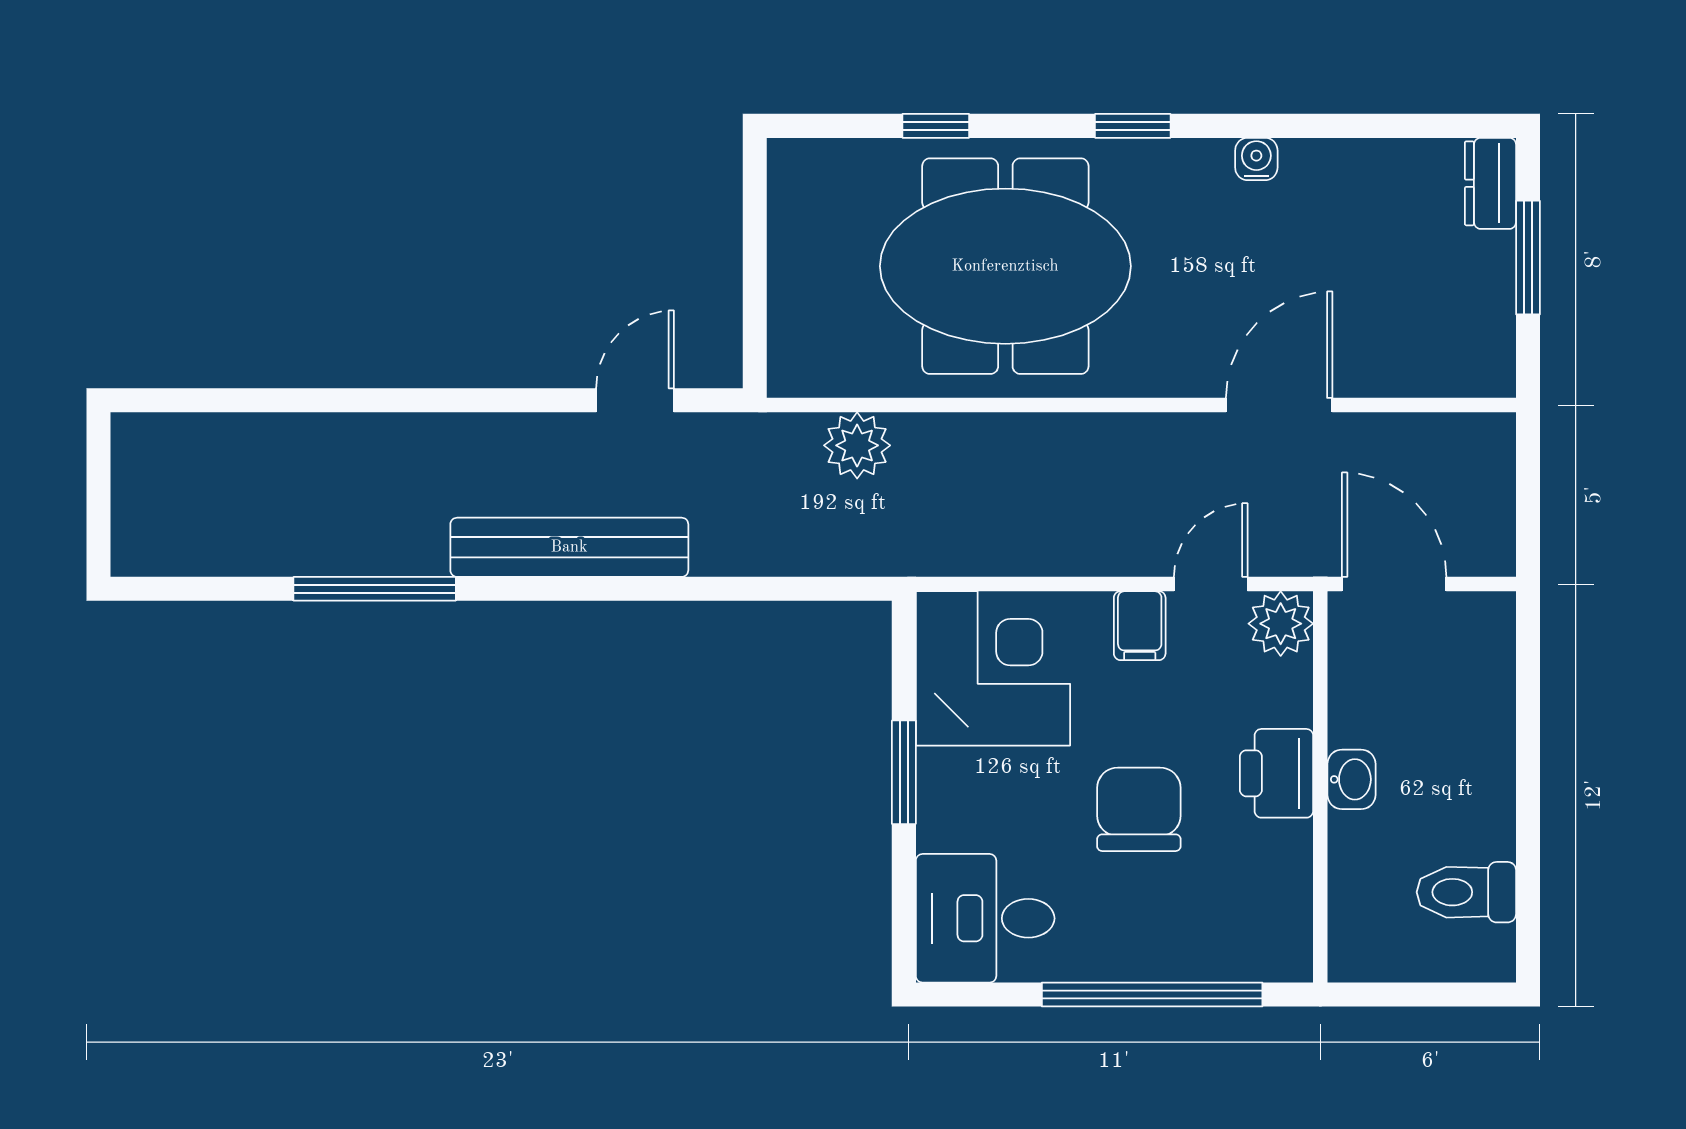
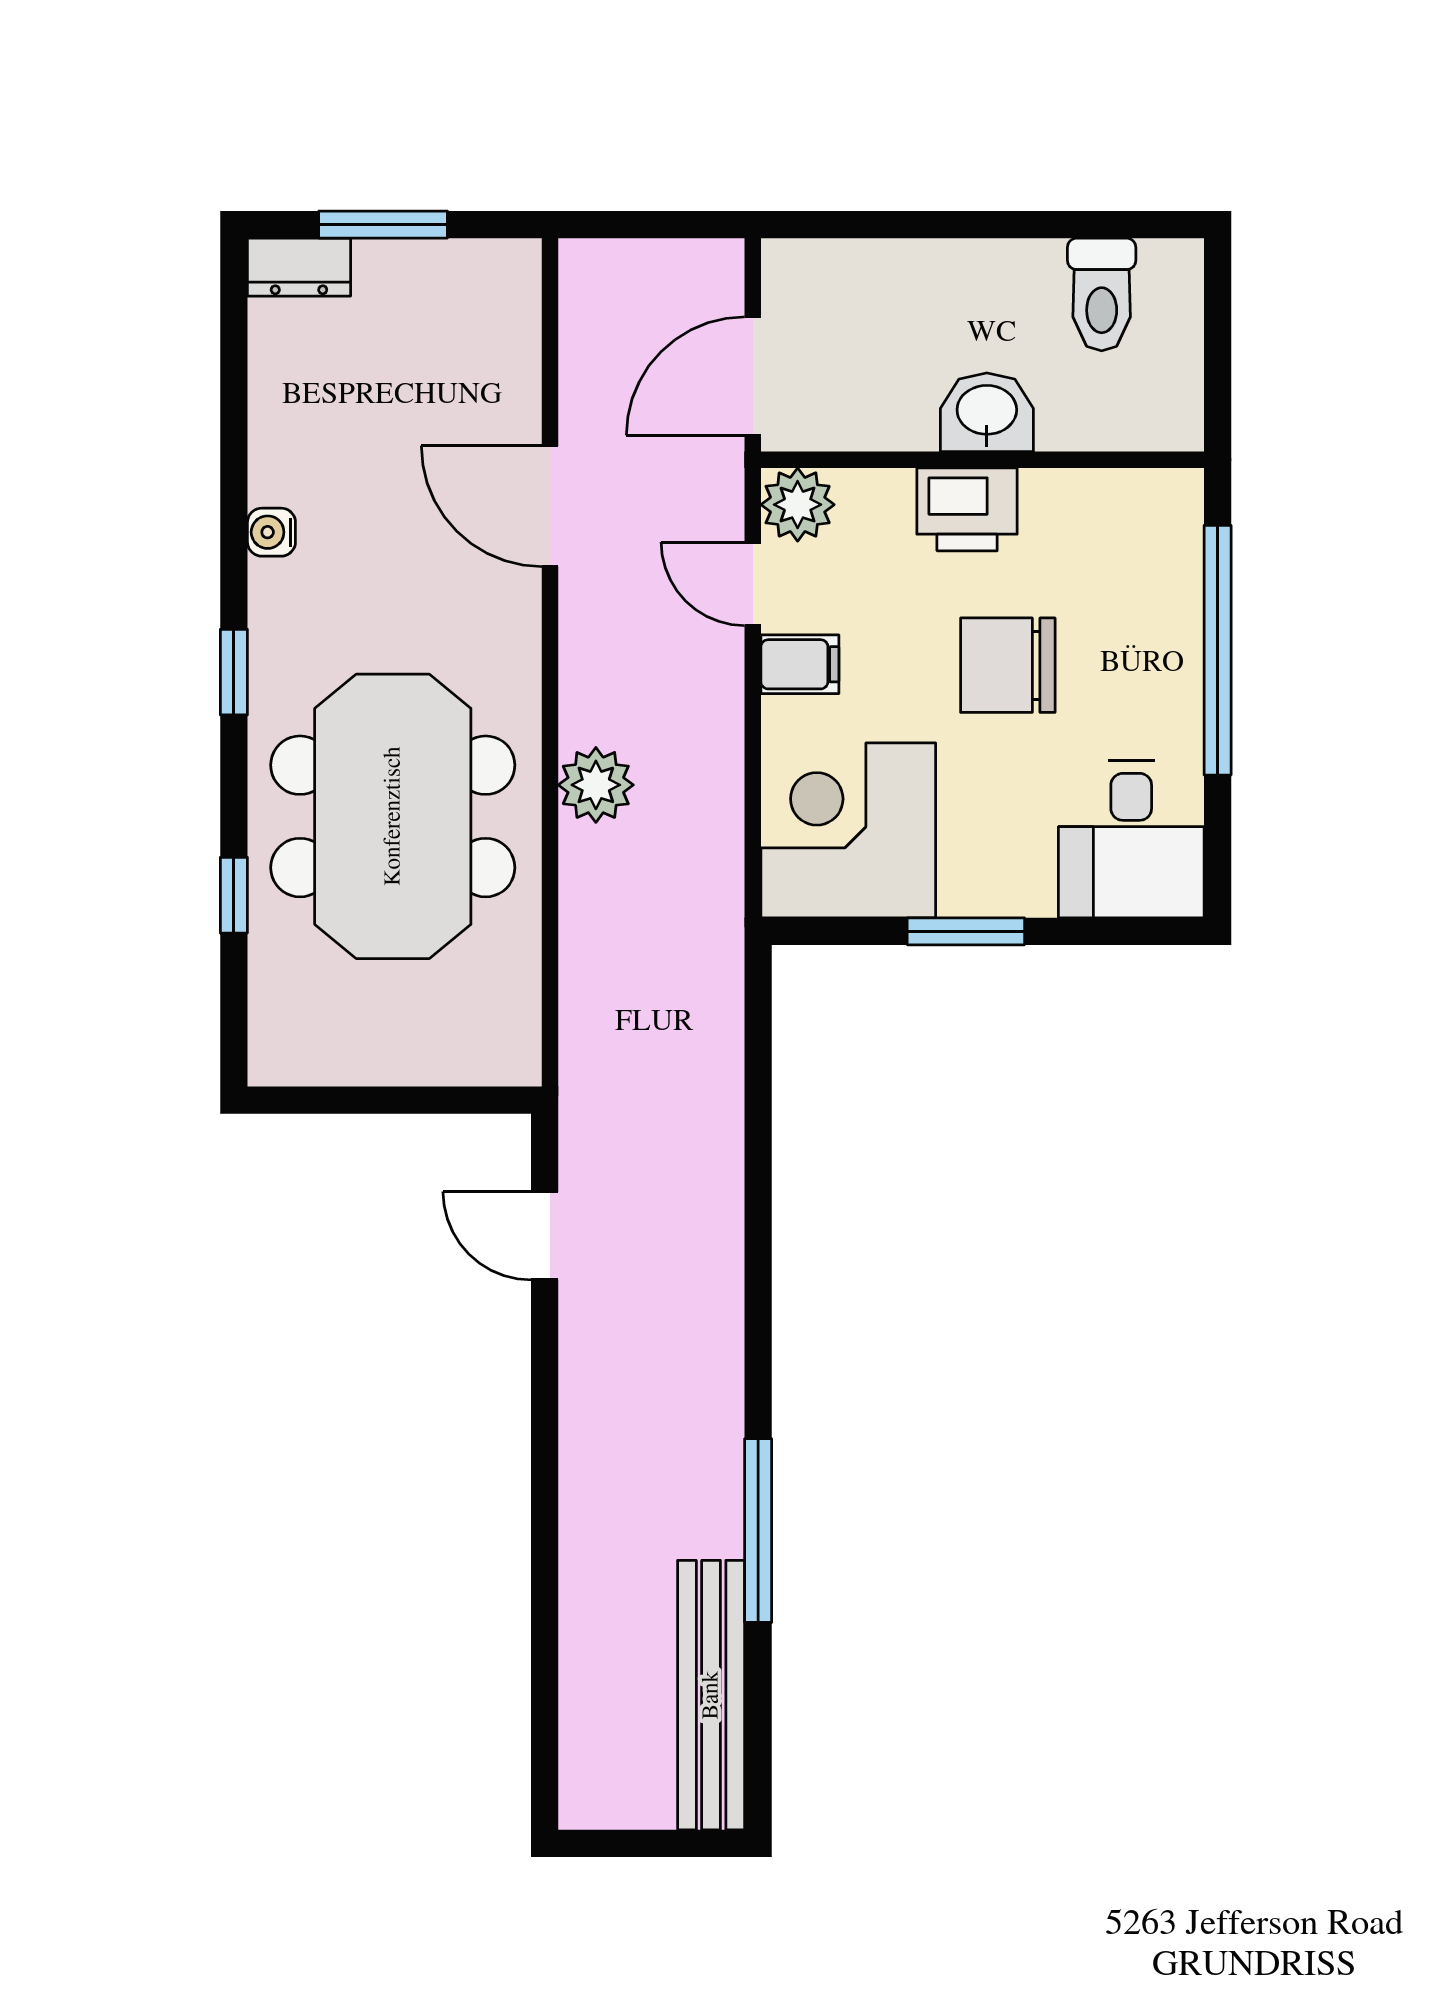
plant: (857, 445) -> (596, 785), moved
bench: (569, 547) -> (711, 1695), moved
washbasin: (1352, 779) -> (987, 412), width x1.38, depth x1.45

